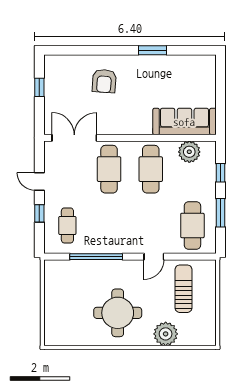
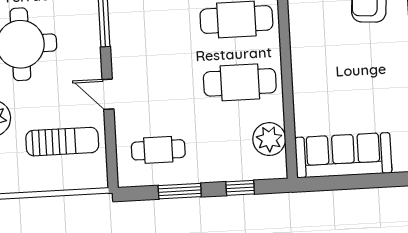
sofa: (184, 122) -> (343, 155), moved, turned -90
cafe table: (192, 225) -> (158, 150), width x0.73, depth x0.74

